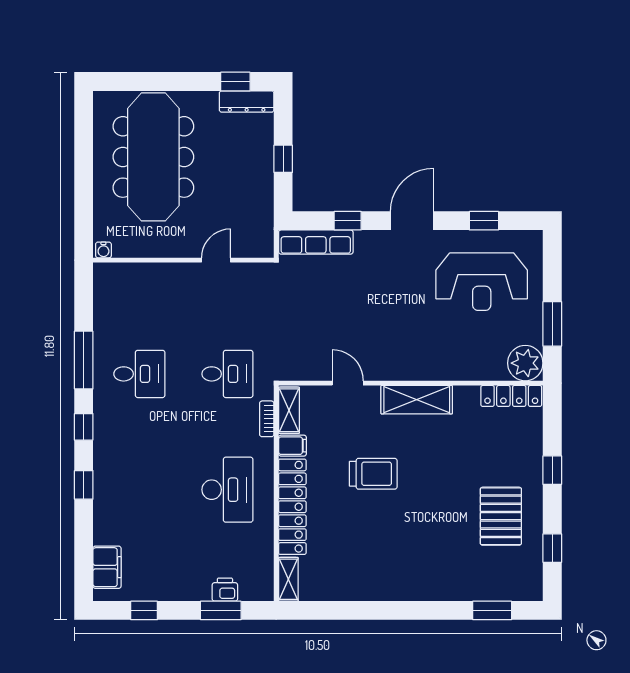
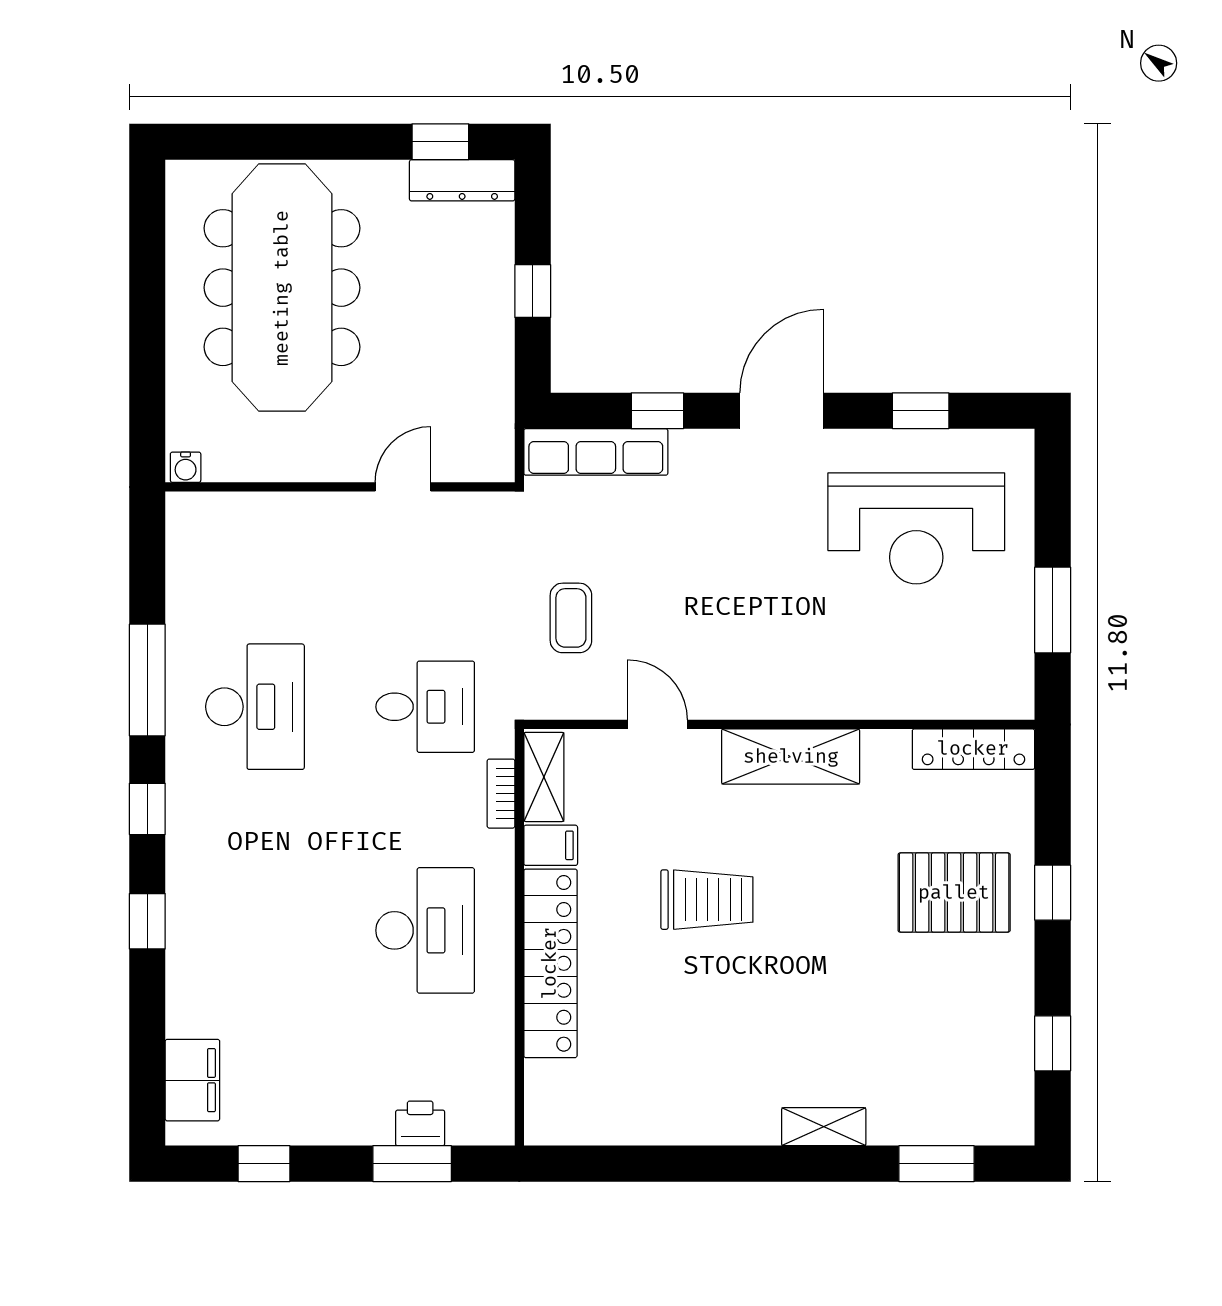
coffee table: (303, 328) -> (571, 618), added
plant: (525, 363) -> (1001, 686), removed
desk: (139, 374) -> (255, 707), width x1.37
pallet: (501, 516) -> (954, 893), moved, turned 90
shelving: (288, 579) -> (824, 1127), moved, turned 90

